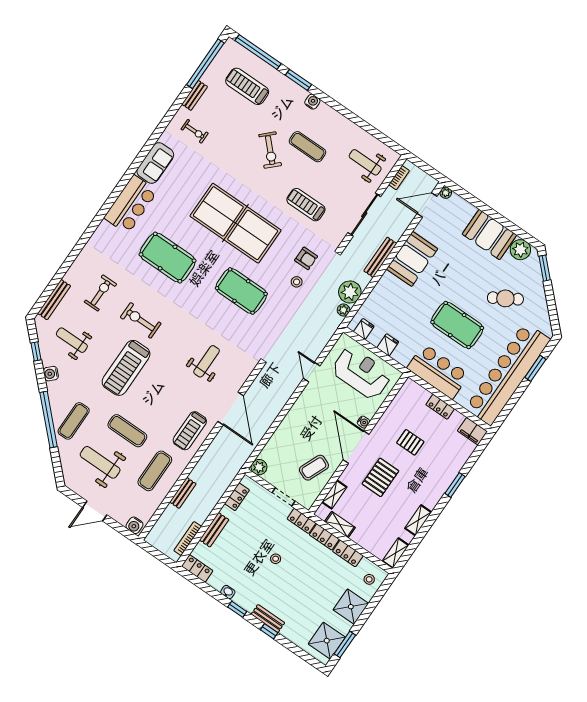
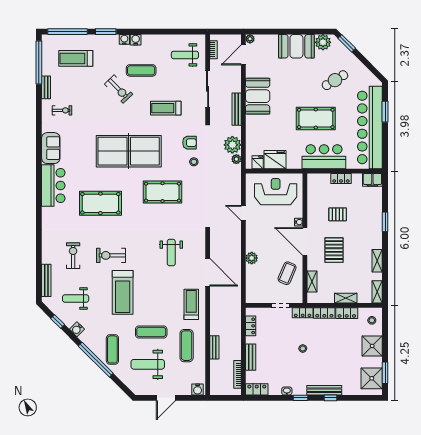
water cooler: (324, 110) -> (136, 40), added
fridge: (388, 345) -> (275, 160), width x1.88, depth x1.34
weight bench: (207, 361) -> (171, 253), turned 180
treadmill: (190, 431) -> (191, 304), turned 180
plant: (259, 467) -> (252, 258), moved
shelving: (340, 525) -> (346, 298), moved
bench: (268, 619) -> (324, 390), width x1.36

